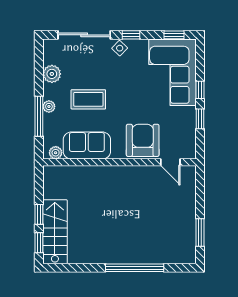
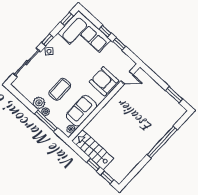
plant: (52, 74) -> (39, 103), moved
stairs: (55, 232) -> (93, 150), moved

